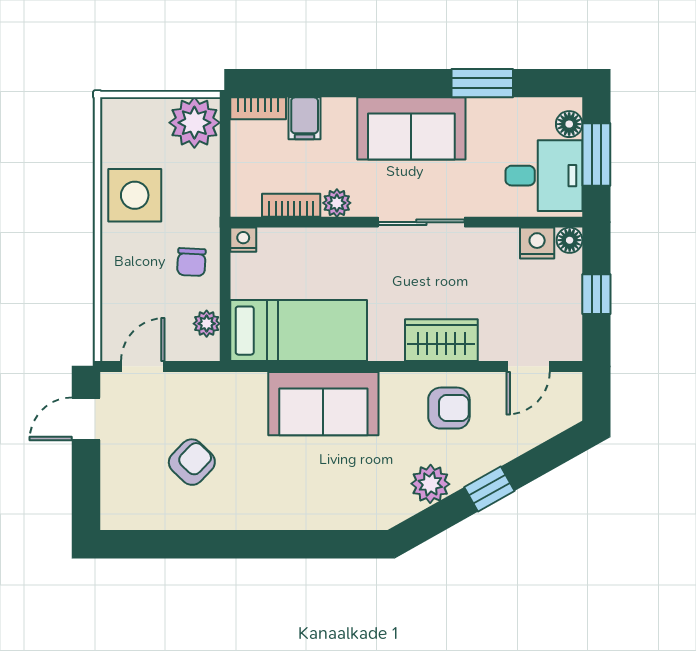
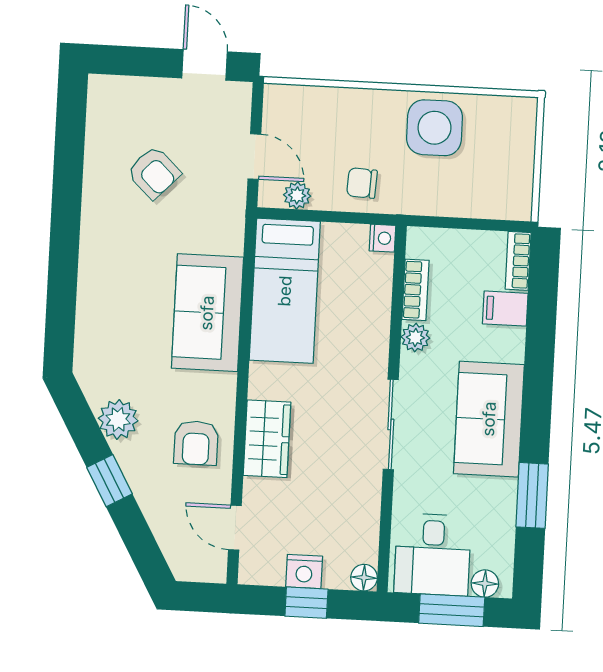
plant: (194, 123) -> (507, 194), removed
nightstand: (537, 243) -> (304, 572), moved, turned 90
door: (143, 366) -> (254, 157), moved

